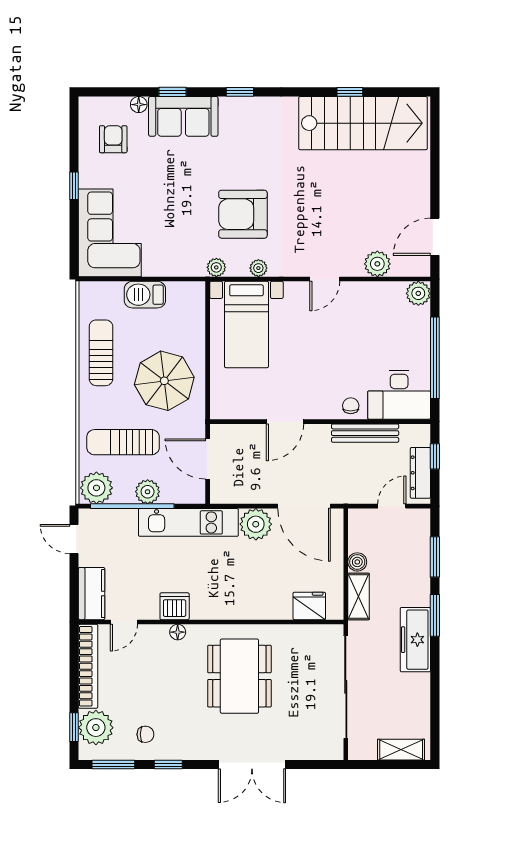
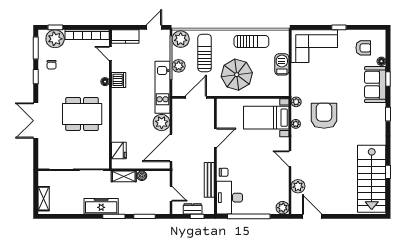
door: (285, 422) -> (215, 138), swing flipped
dresser: (420, 473) -> (193, 209), width x0.70

